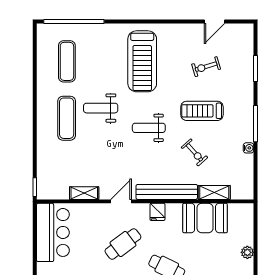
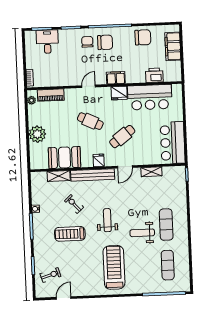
exercise bike: (206, 67) -> (50, 275), moved
weight bench: (101, 108) -> (142, 233), turned 180
treadmill: (202, 111) -> (70, 234), turned 180
weight bench: (149, 128) -> (107, 220), turned -90
plant: (247, 252) -> (37, 134), width x1.88, depth x1.88

